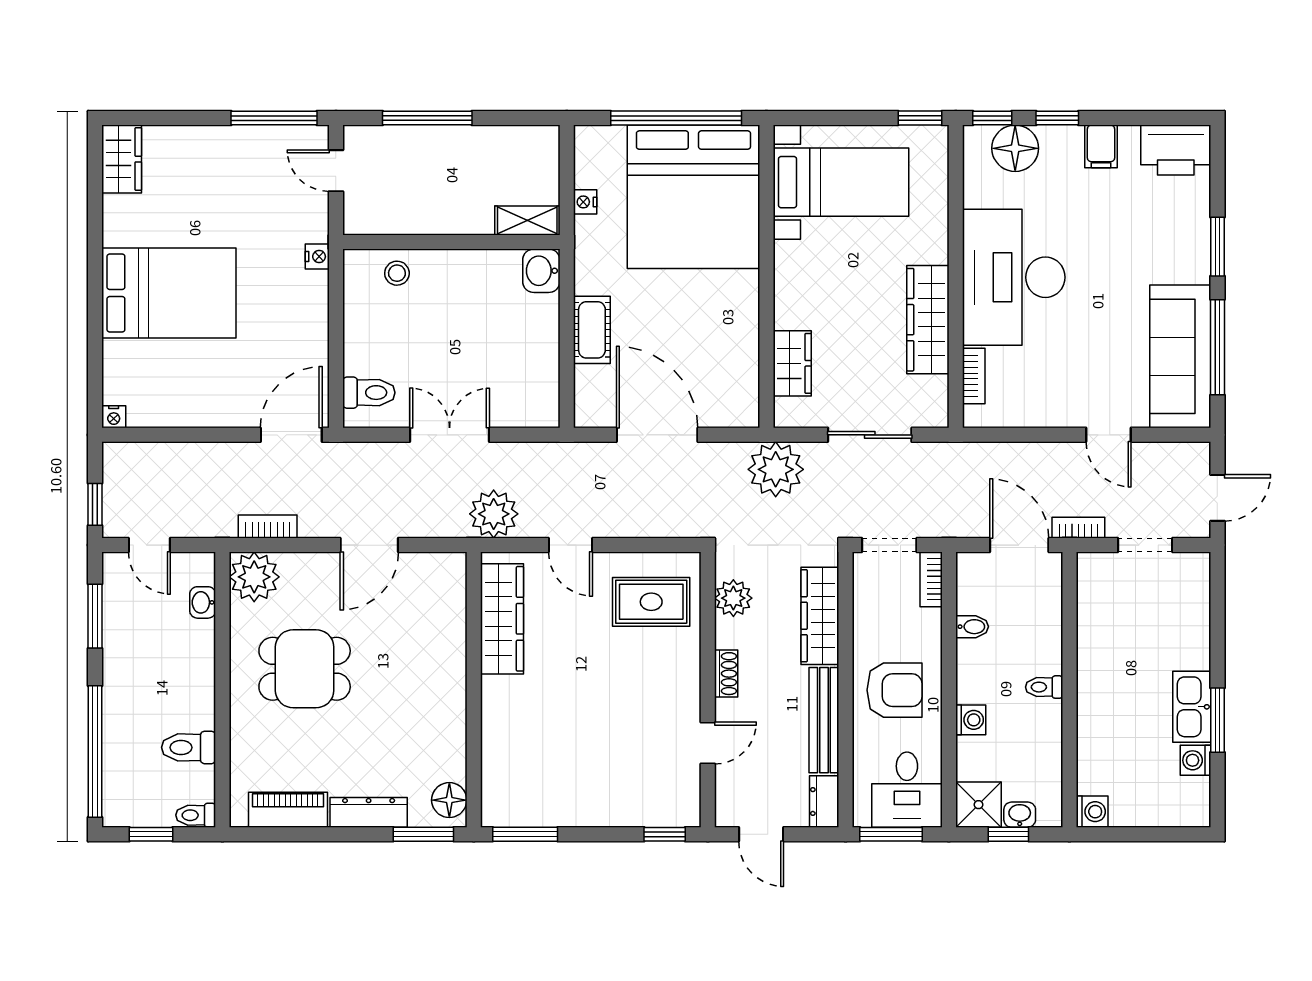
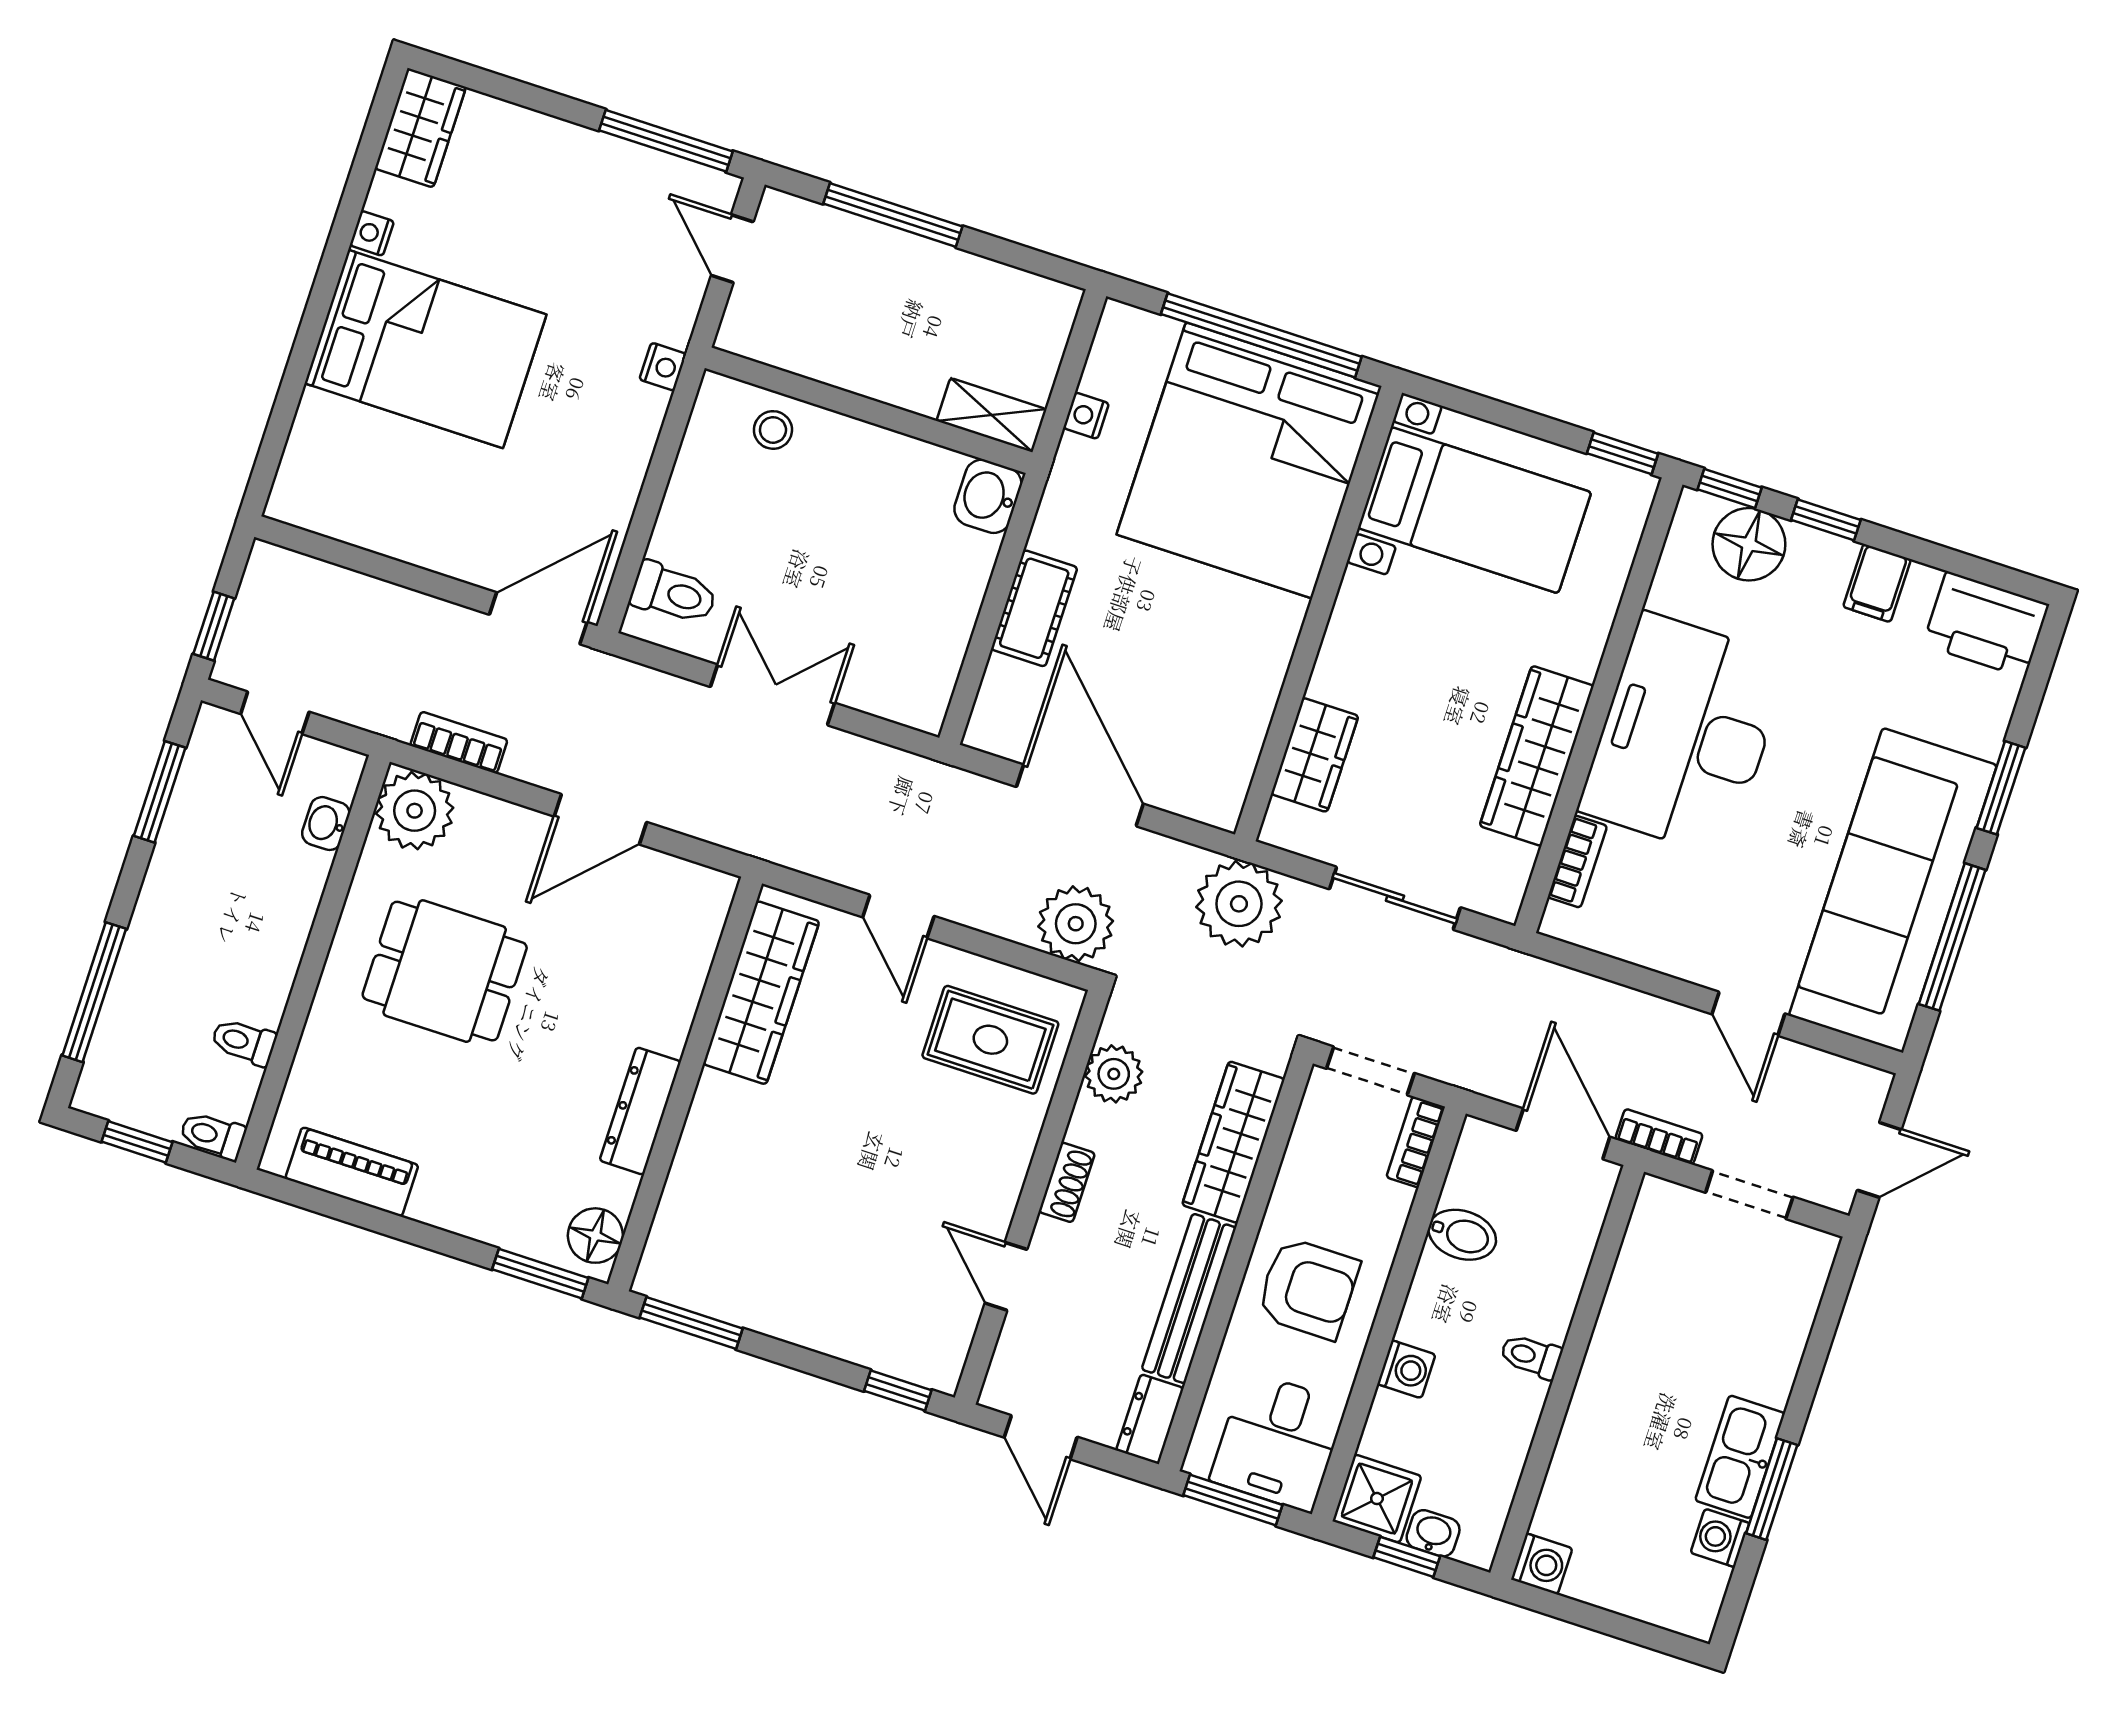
sofa: (1180, 356) -> (1893, 890), width x1.36, depth x1.27
nightstand: (114, 417) -> (372, 233), moved, turned 90
plant: (494, 514) -> (1076, 924), moved
bidet: (972, 627) -> (1462, 1235), width x1.38, depth x1.36
door: (708, 743) -> (1006, 1276), swing flipped
toilet: (189, 747) -> (244, 1042), width x0.73, depth x0.72
window: (95, 751) -> (94, 992), width x0.68
dresser: (369, 812) -> (640, 1111), moved, turned -90

